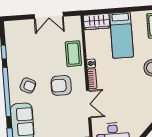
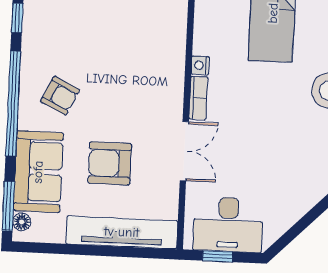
coffee table: (73, 54) -> (165, 40), removed
armchair: (61, 85) -> (110, 163), moved

